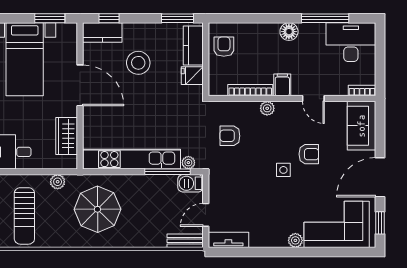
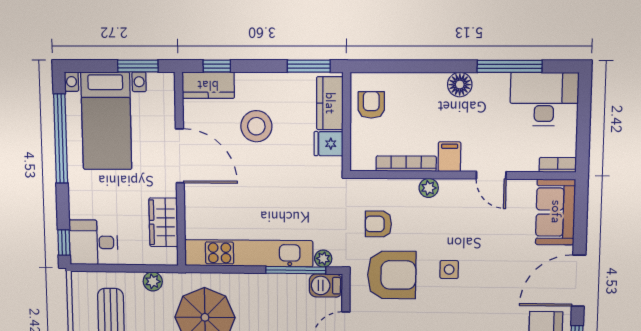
armchair: (309, 154) -> (392, 275), moved, width x1.88, depth x1.88

